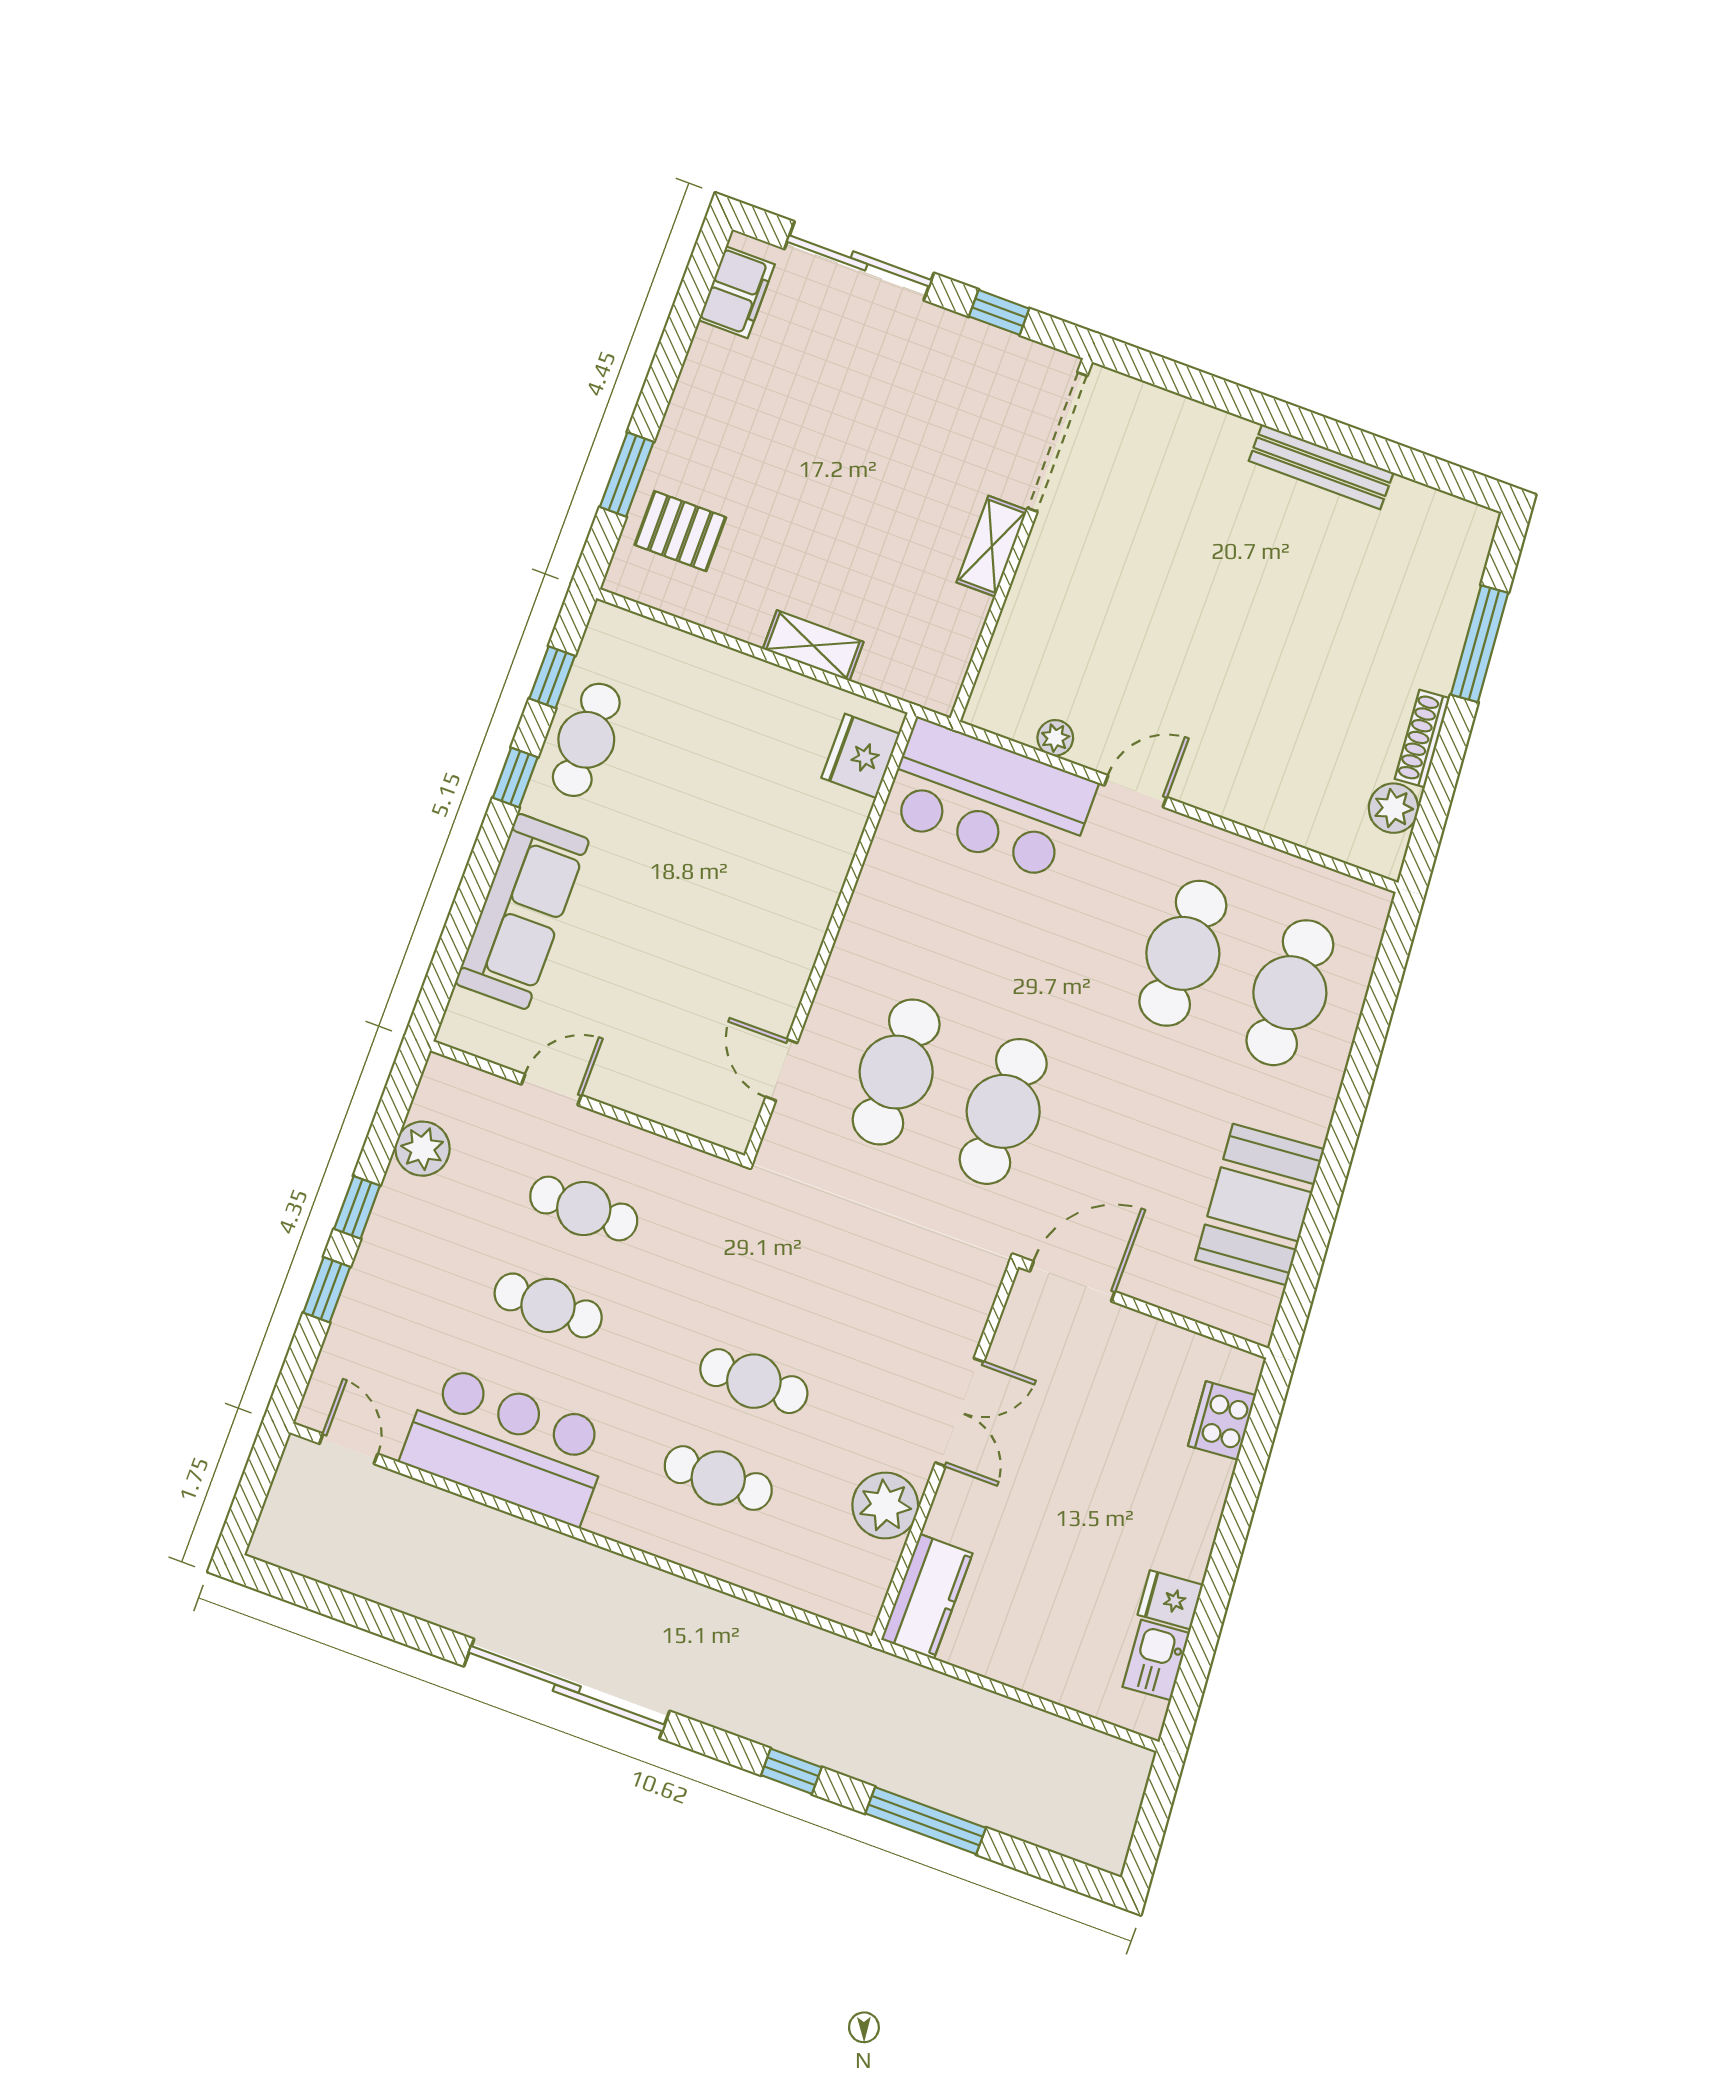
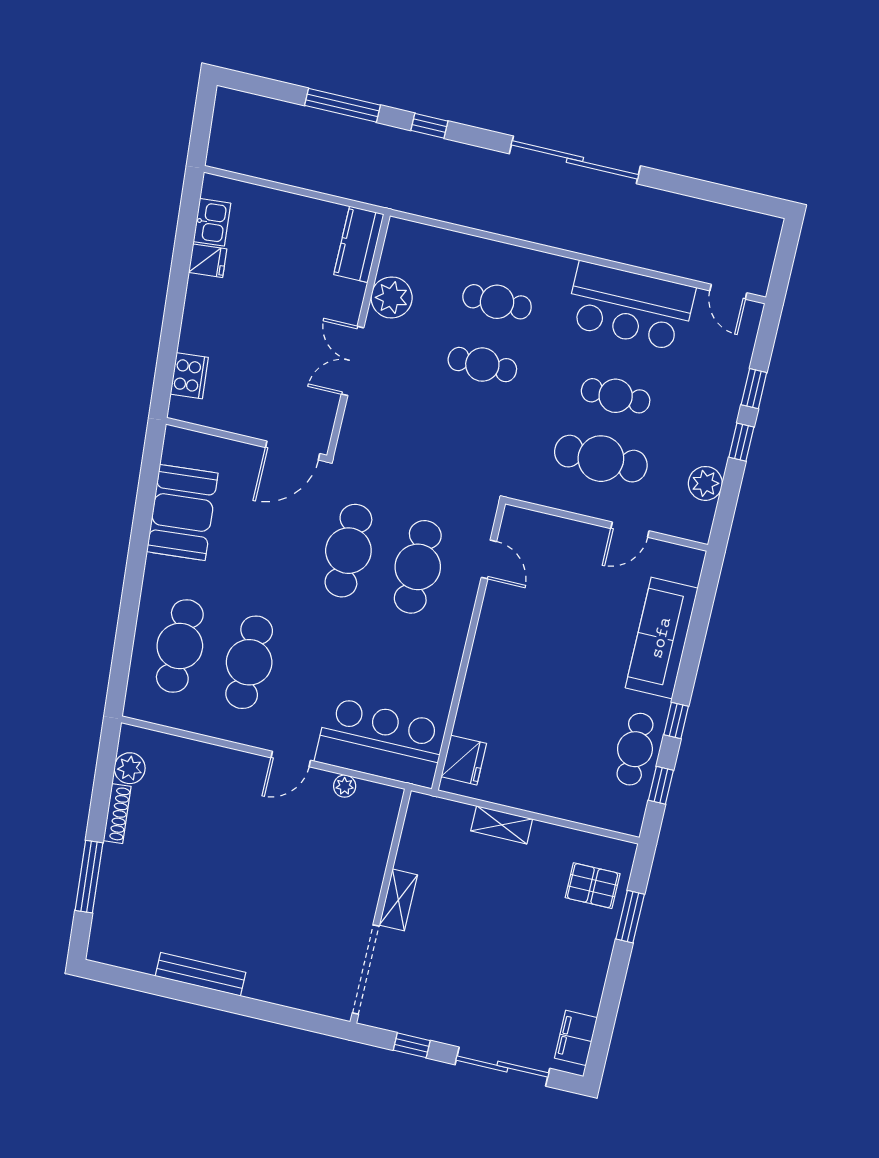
cafe table: (584, 1209) -> (601, 459), width x1.37, depth x1.35

